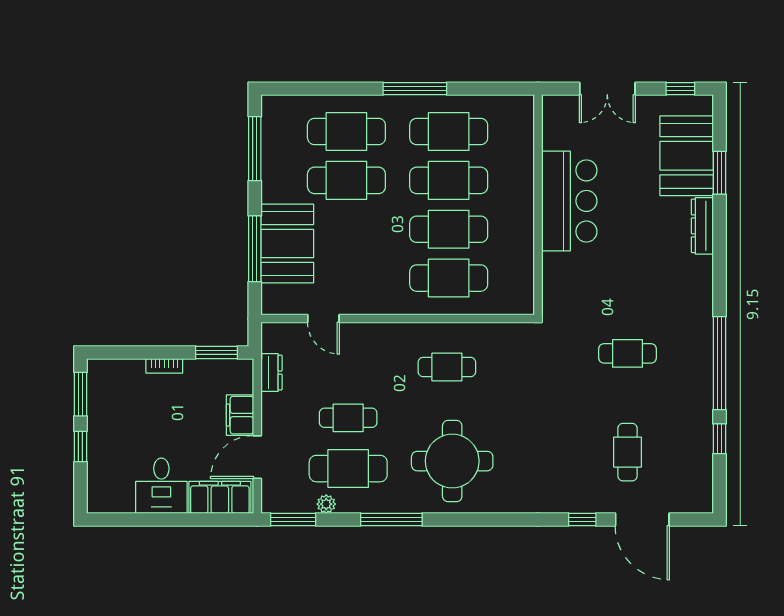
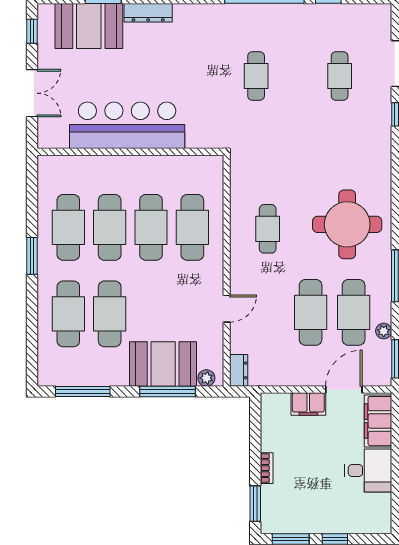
window: (415, 89) -> (32, 256), width x0.69
bar counter: (569, 201) -> (127, 125), width x1.36
plant: (271, 295) -> (206, 378), added
door: (323, 319) -> (227, 309), moved
window: (217, 352) -> (255, 504), moved
dresser: (271, 373) -> (239, 370), moved, turned 90
cafe table: (348, 418) -> (311, 312), width x1.37, depth x1.35
cafe table: (627, 452) -> (340, 76), turned 90
door: (257, 457) -> (344, 389), swing flipped

